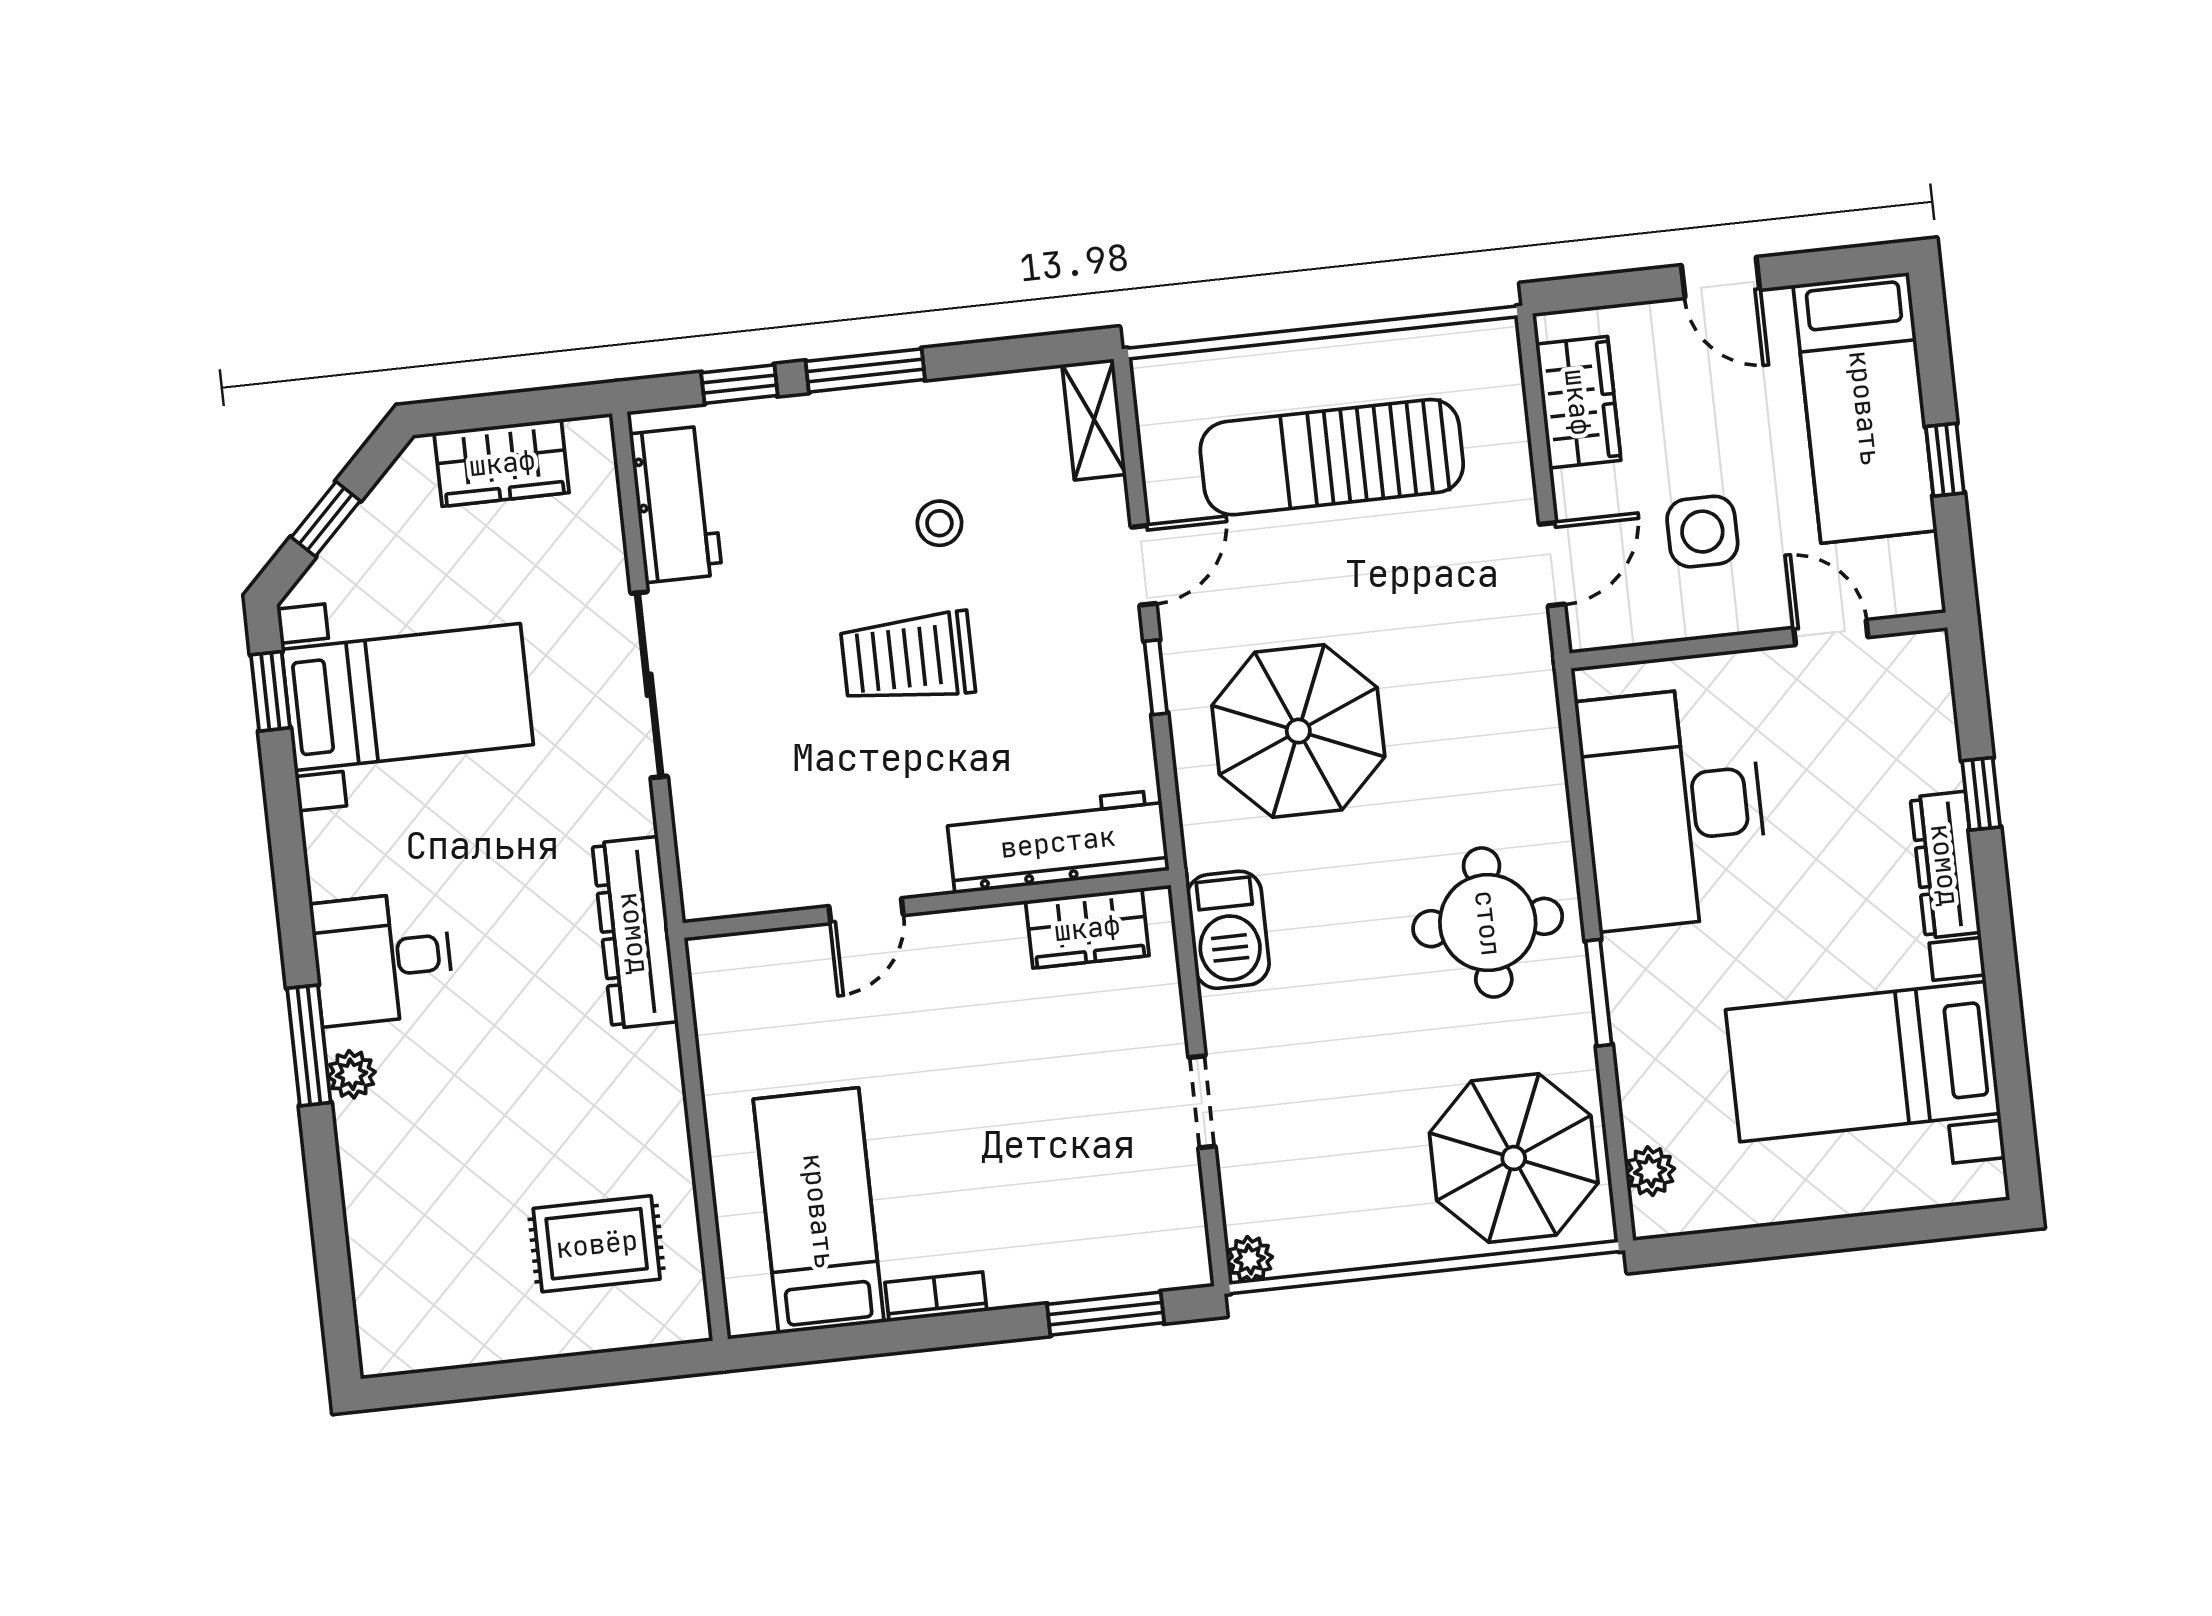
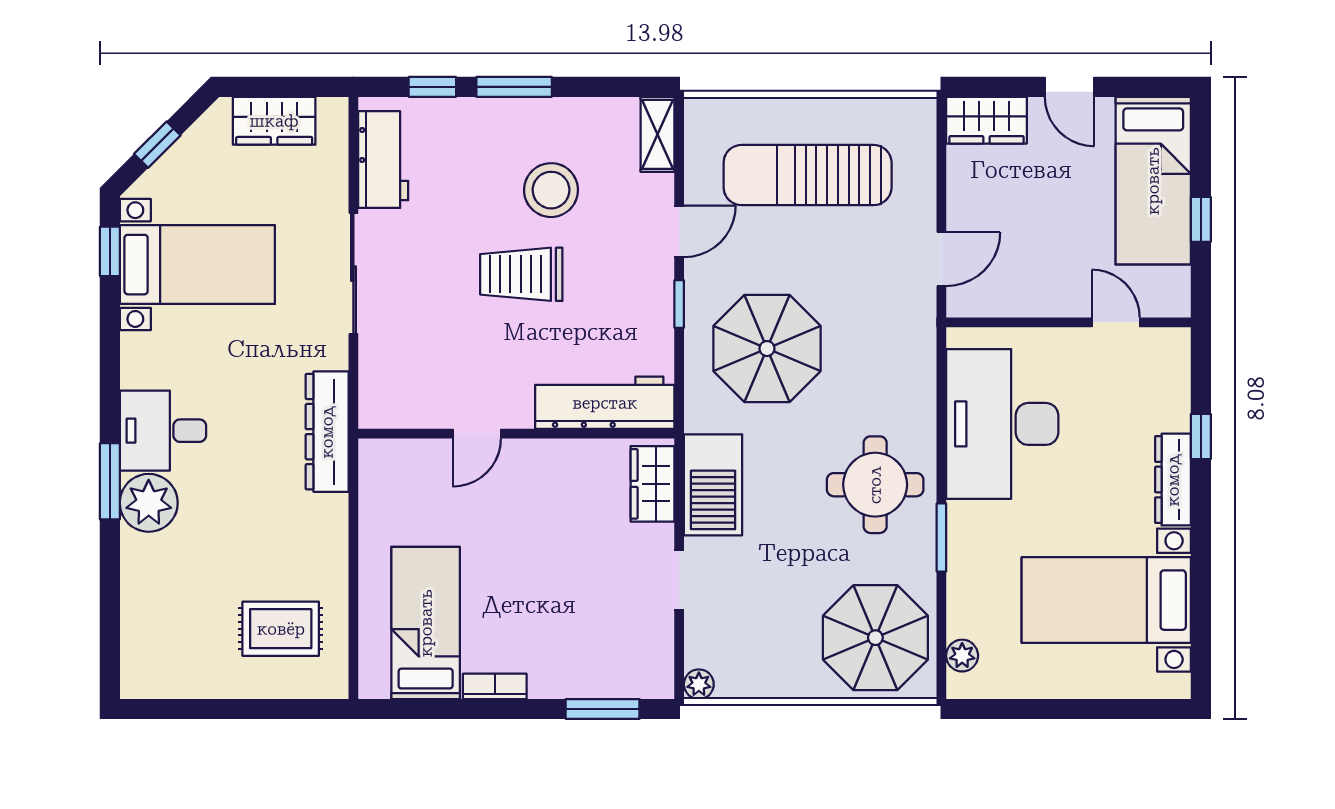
wardrobe: (1578, 402) -> (987, 120), moved, turned 90
stool: (939, 523) -> (551, 190), width x1.89, depth x1.89
side table: (1702, 532) -> (1040, 249), removed
wardrobe: (1087, 928) -> (653, 484), moved, turned 90
barbecue: (1228, 930) -> (713, 485), width x1.37, depth x1.21
plant: (352, 1074) -> (149, 503), width x1.88, depth x1.88

